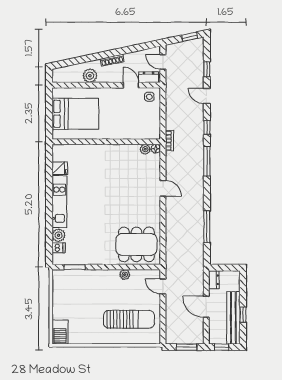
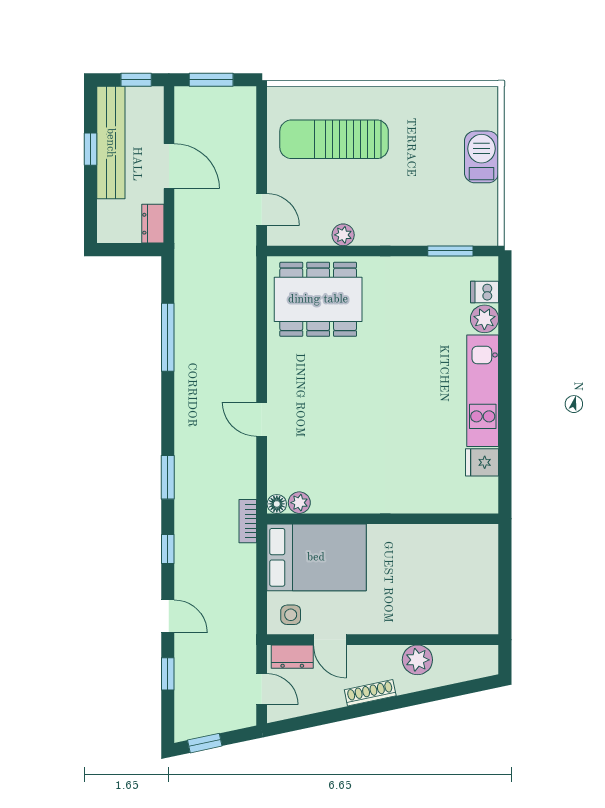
bed: (75, 114) -> (316, 557), moved, turned 180
window: (207, 161) -> (168, 477), width x0.69
barbecue: (60, 332) -> (482, 157), moved

